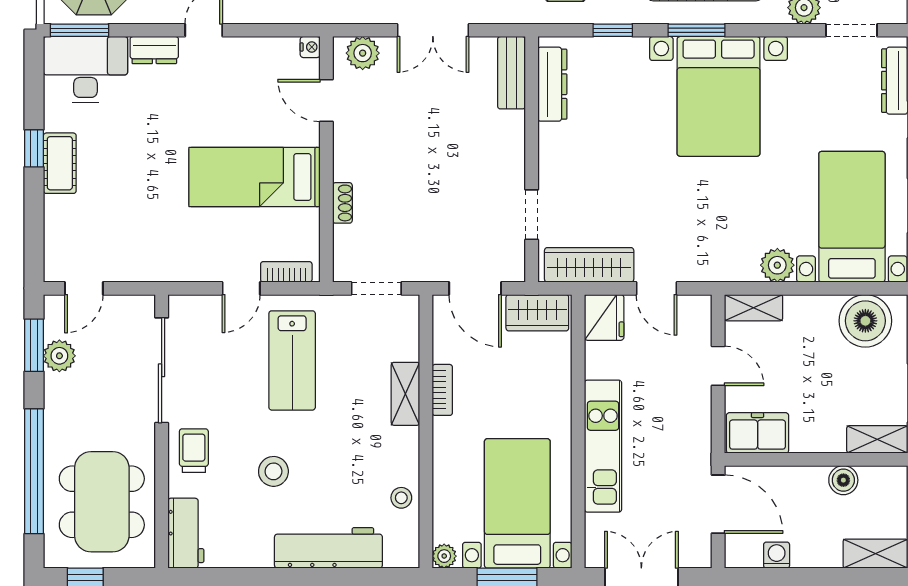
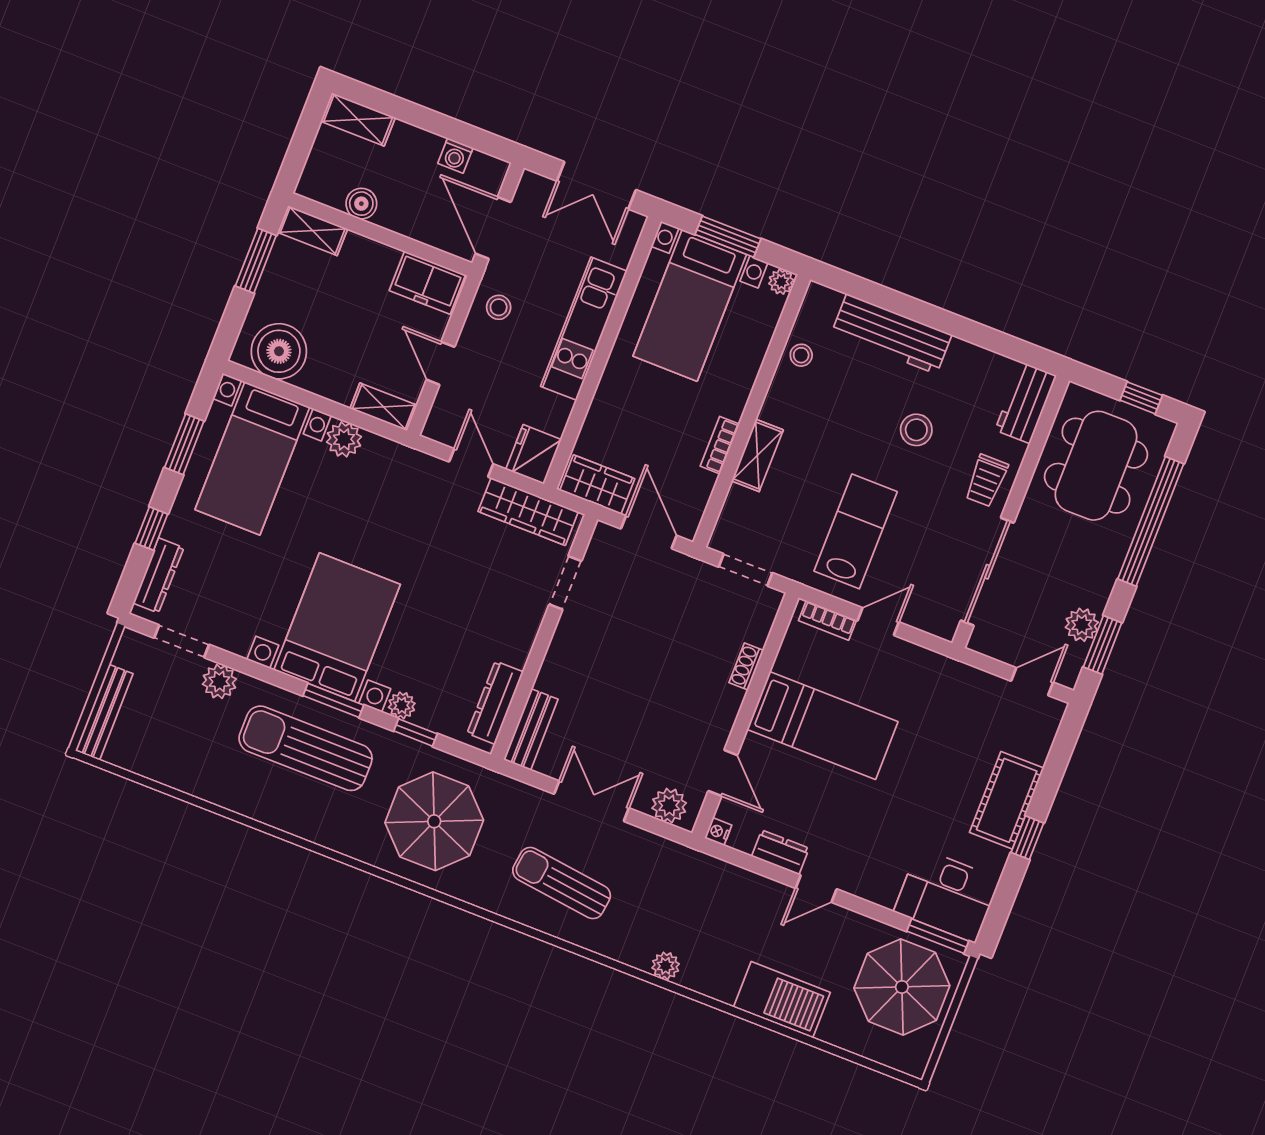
plant: (634, 49) -> (402, 705), added
dresser: (154, 50) -> (780, 852), moved
cot: (60, 163) -> (1007, 800), width x1.37, depth x1.34
stool: (686, 436) -> (499, 307), added

